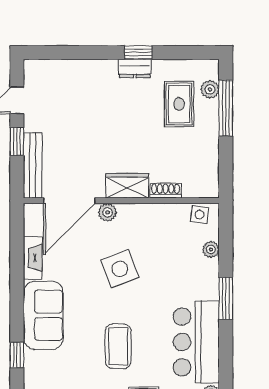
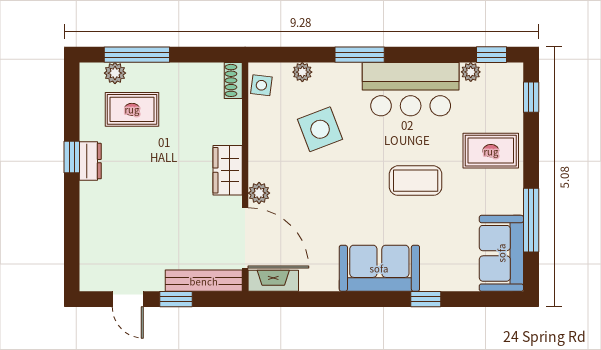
shoe rack: (166, 190) -> (233, 80), moved
fireplace: (33, 258) -> (273, 281), moved
side table: (120, 269) -> (320, 129), moved

